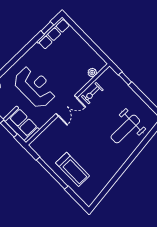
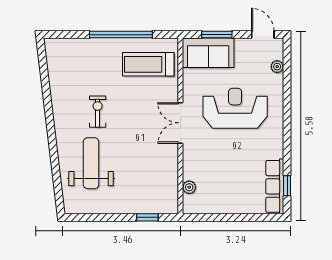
reception desk: (35, 87) -> (235, 108), turned 180
exercise bike: (92, 93) -> (98, 112), moved
treadmill: (73, 169) -> (148, 64), moved

